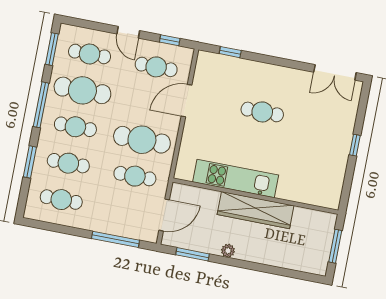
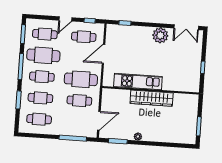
door: (128, 32) -> (65, 19), hinge flipped
plant: (289, 81) -> (160, 35), added
cafe table: (262, 112) -> (148, 55), removed
kitchen unit: (236, 179) -> (138, 82), moved
wall: (256, 196) -> (151, 90), moved
wardrobe: (256, 210) -> (152, 98), moved

